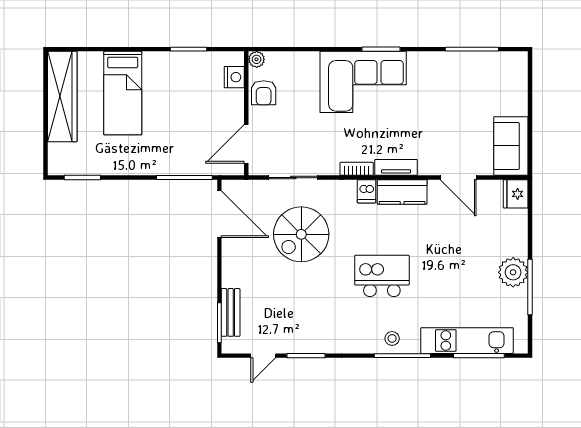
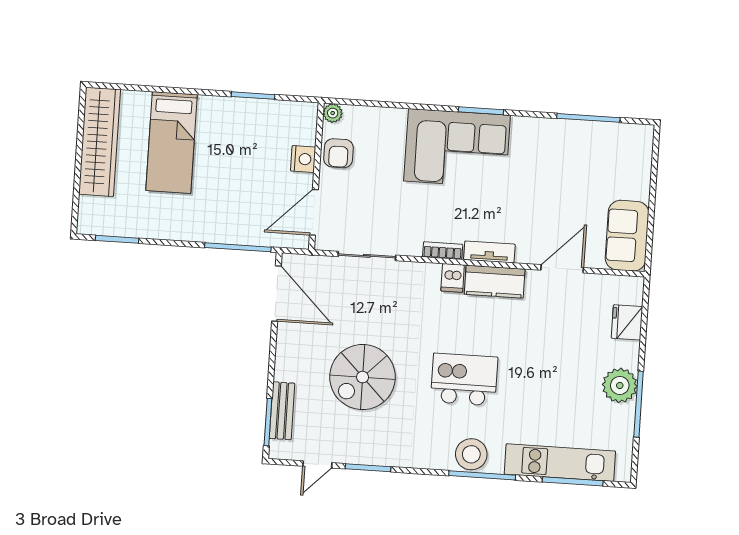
nightstand: (234, 77) -> (303, 159), moved
door: (458, 178) -> (562, 269), swing flipped
fridge: (516, 194) -> (627, 322), moved
spiral stairs: (301, 234) -> (363, 377), moved
stool: (392, 338) -> (471, 454), width x1.89, depth x1.89

